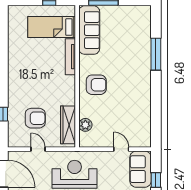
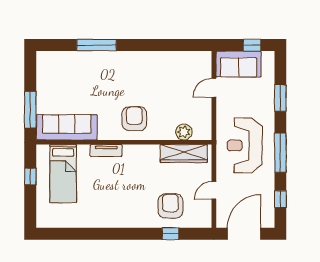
tv unit: (70, 57) -> (106, 151), width x0.71
armchair: (35, 118) -> (170, 206), moved

